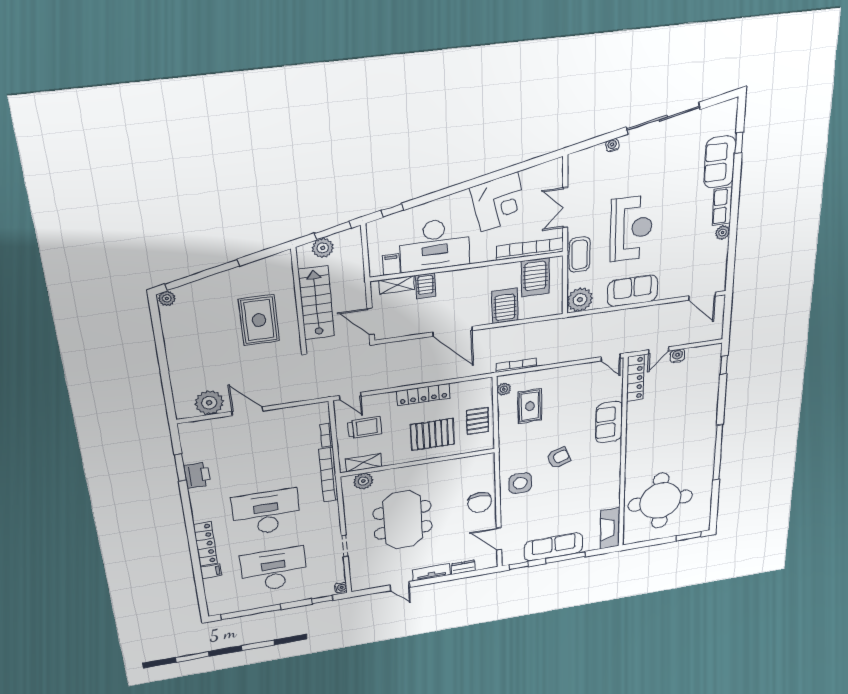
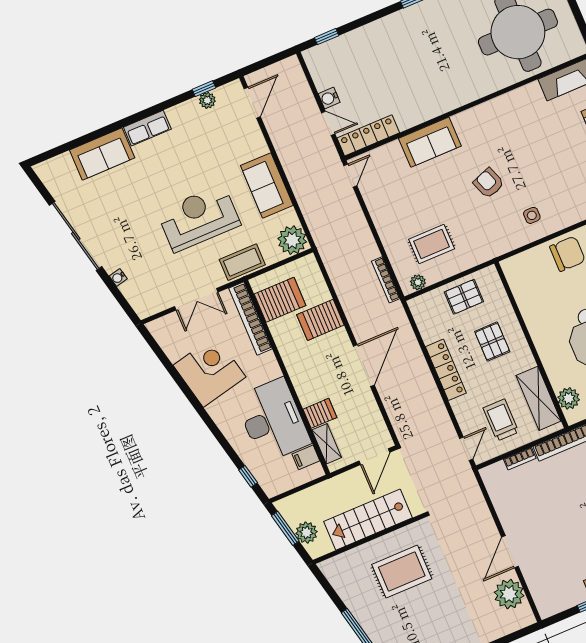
window: (739, 143) -> (204, 89), moved
plant: (723, 233) -> (207, 100), moved
pallet: (432, 434) -> (492, 342), width x0.67, depth x0.71
shelving: (363, 463) -> (539, 398), width x1.50, depth x1.33
side table: (520, 483) -> (532, 215), width x0.54, depth x0.54

